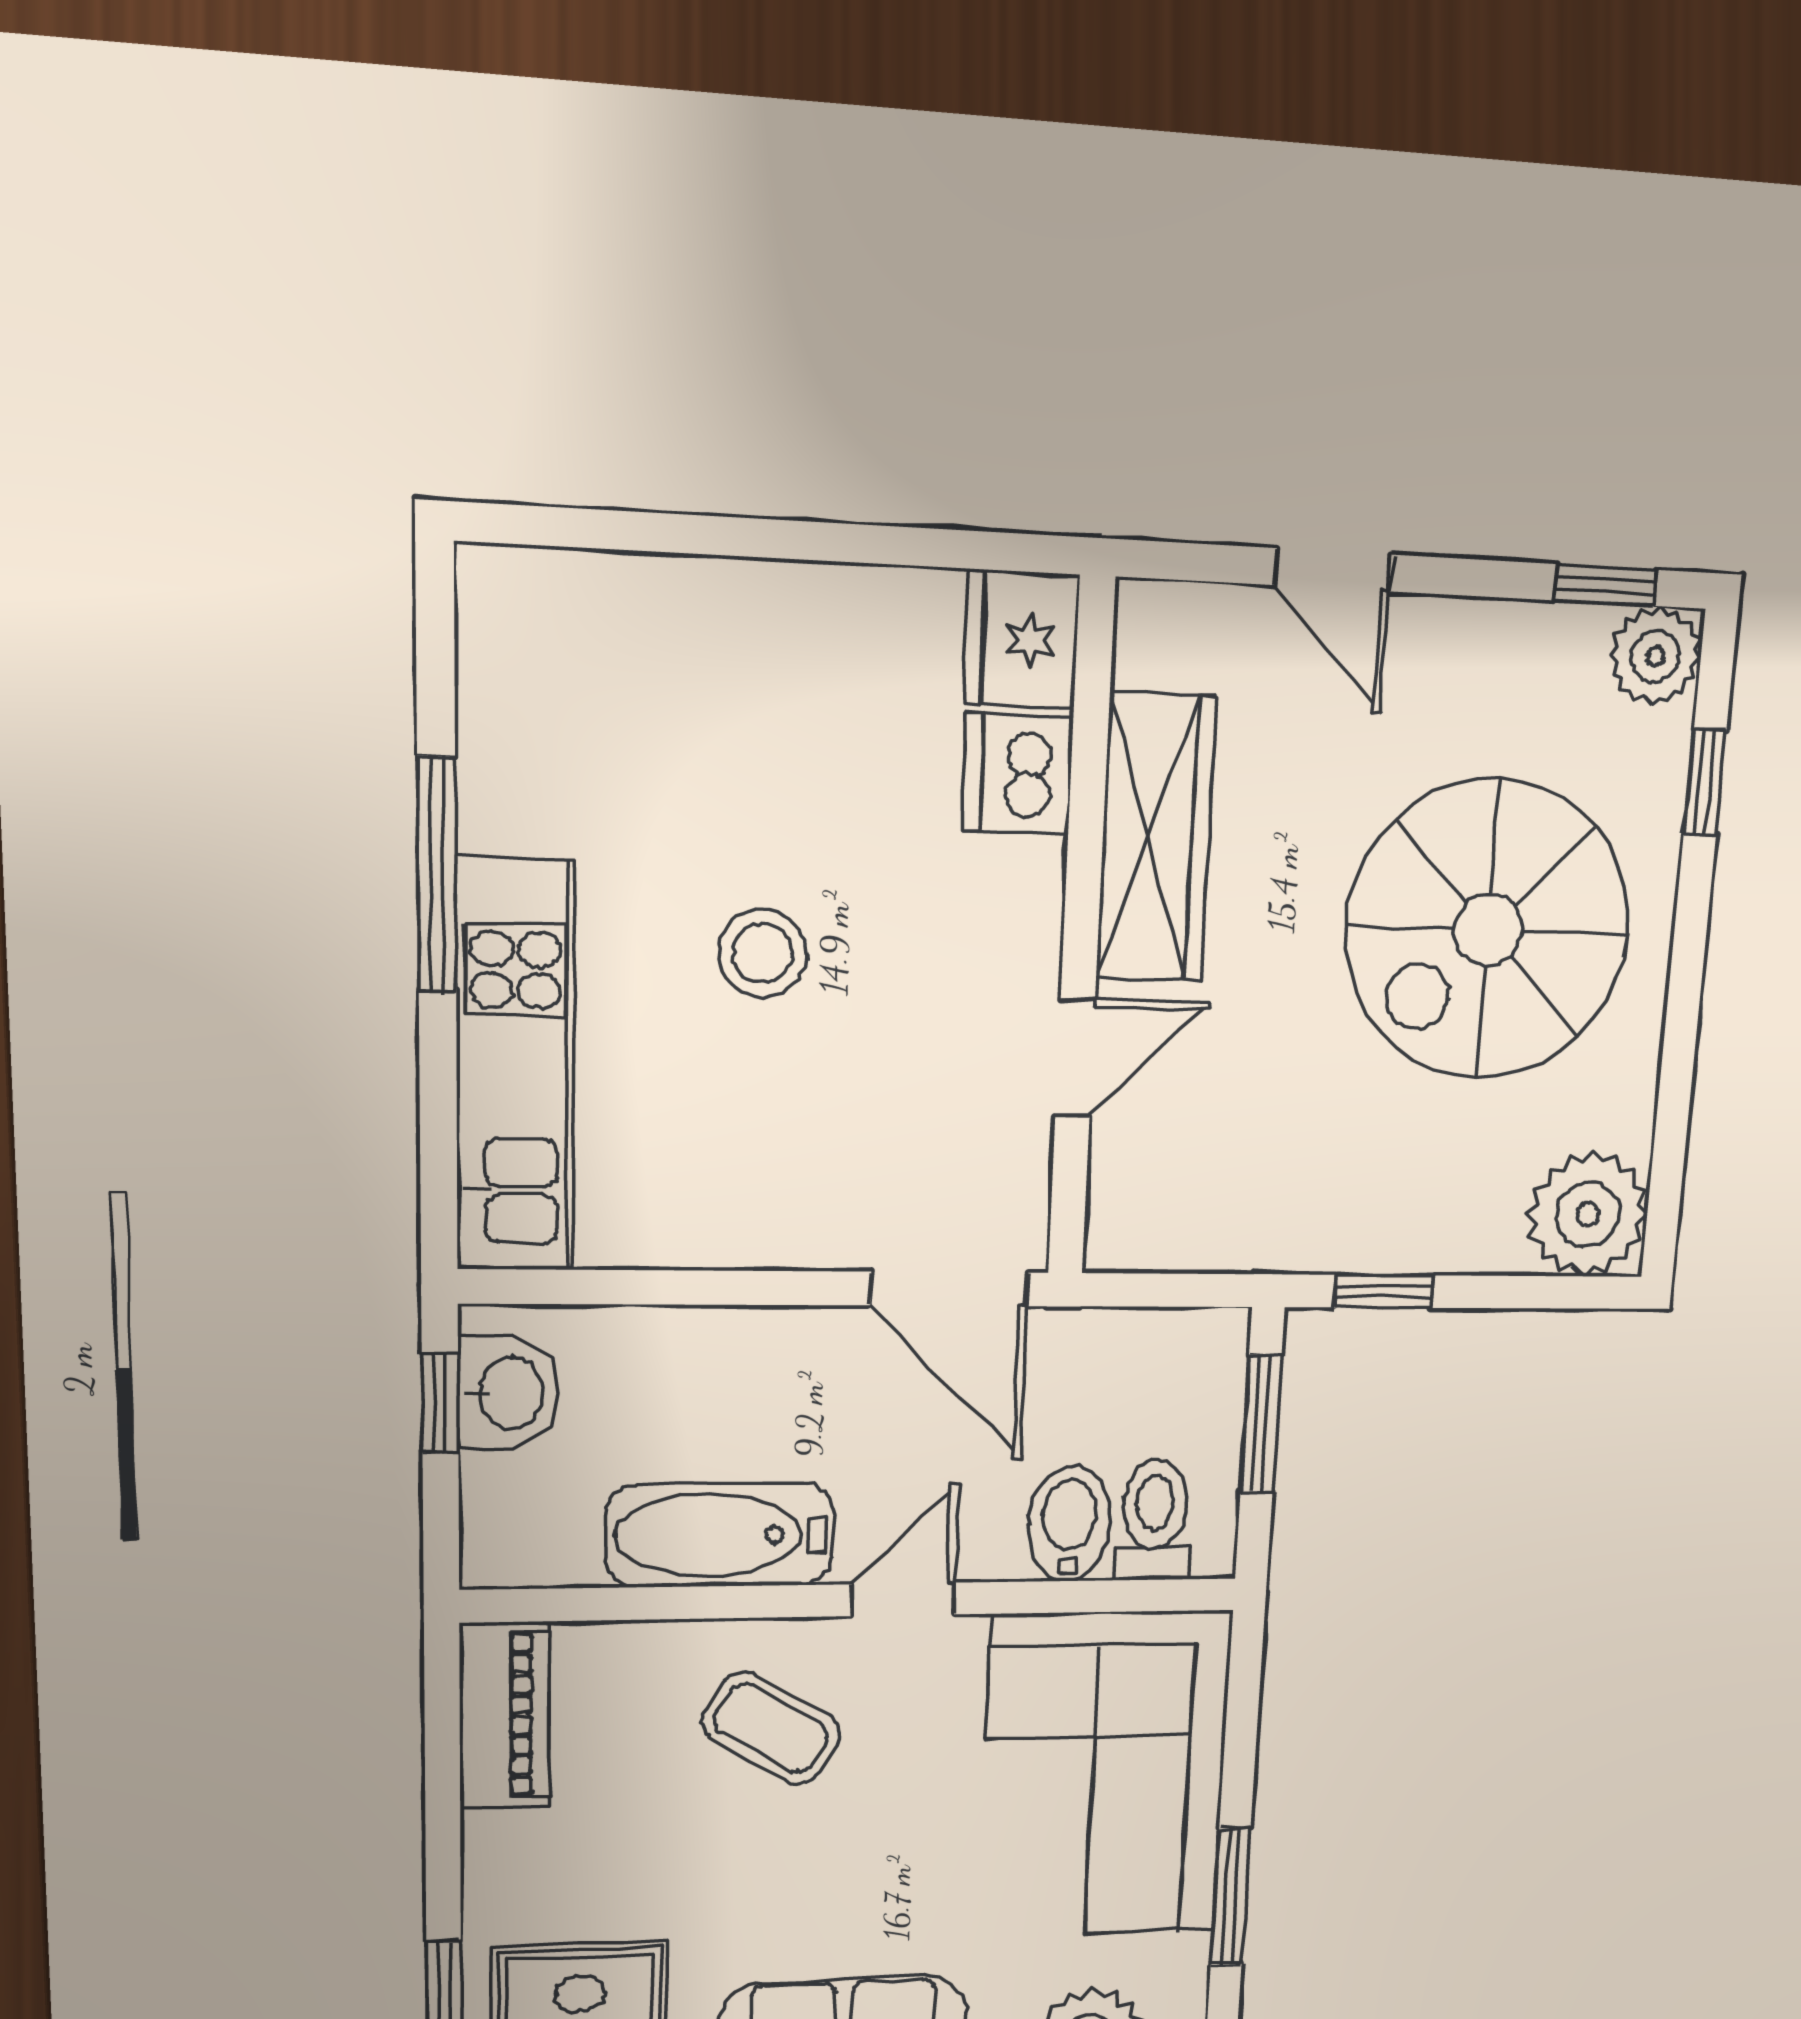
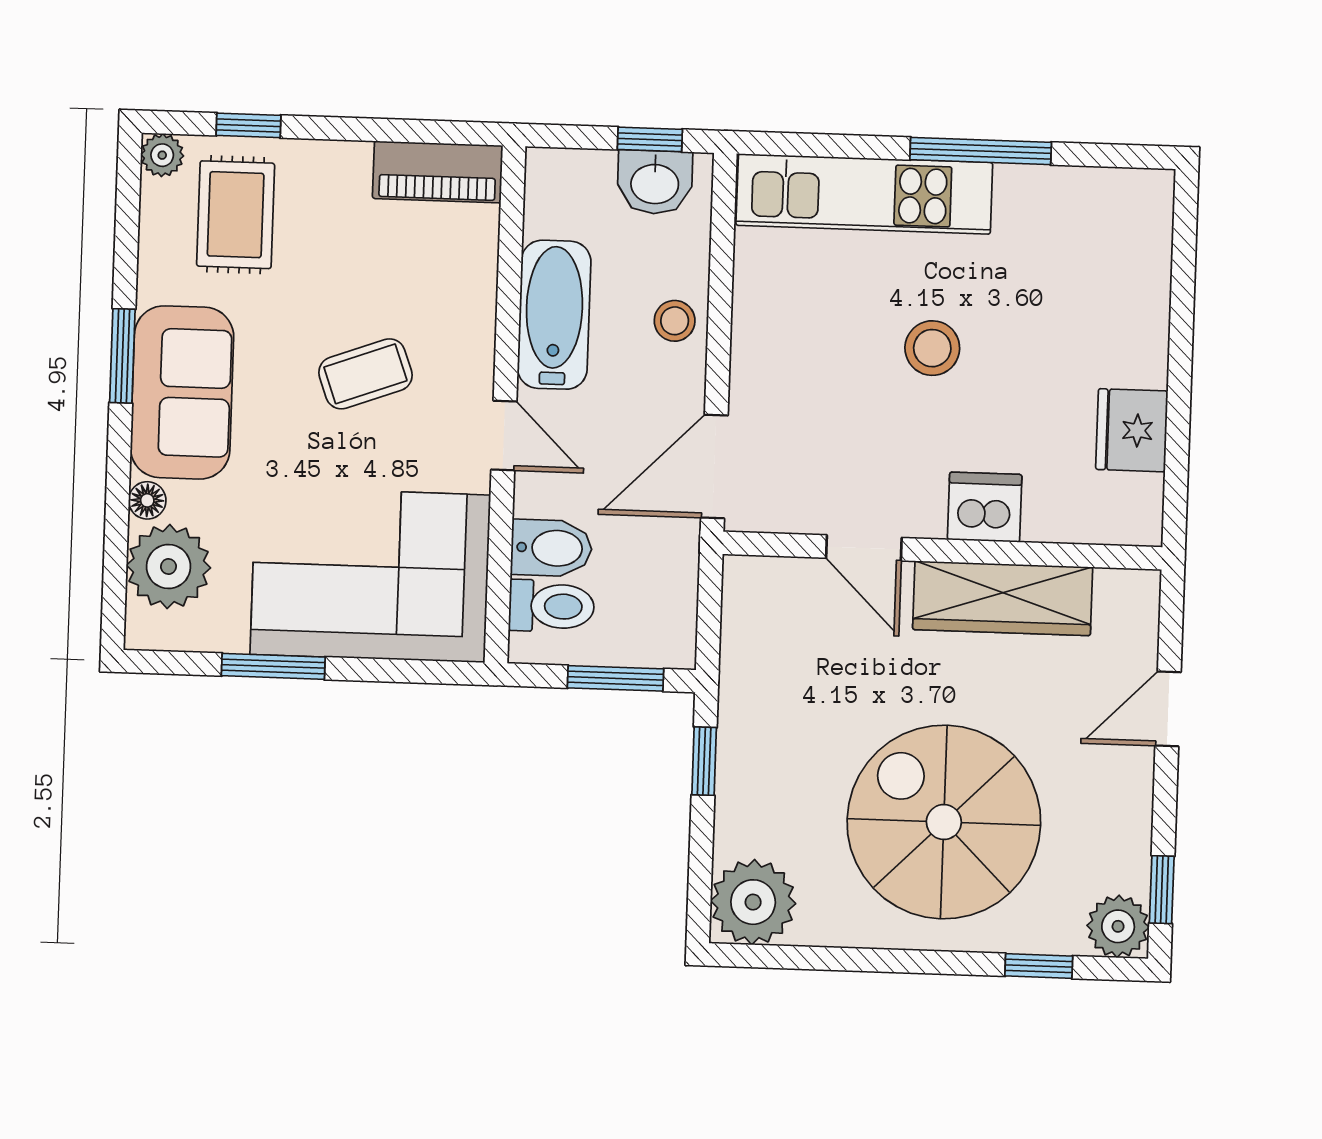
fridge: (1022, 640) -> (1132, 430), moved, turned -90
dishwasher: (1018, 774) -> (985, 507), moved
stool: (726, 1356) -> (675, 321), added
coffee table: (771, 1728) -> (365, 374), moved, turned 38

